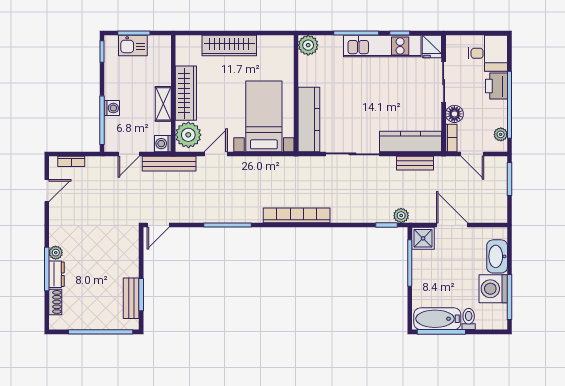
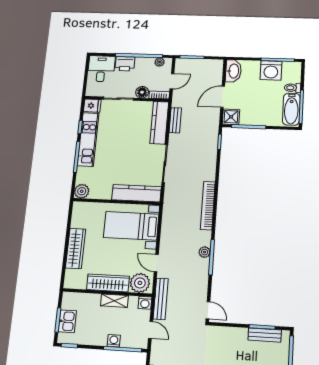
plant: (401, 216) -> (205, 252), moved
washbasin: (497, 256) -> (233, 71), moved, turned -90

